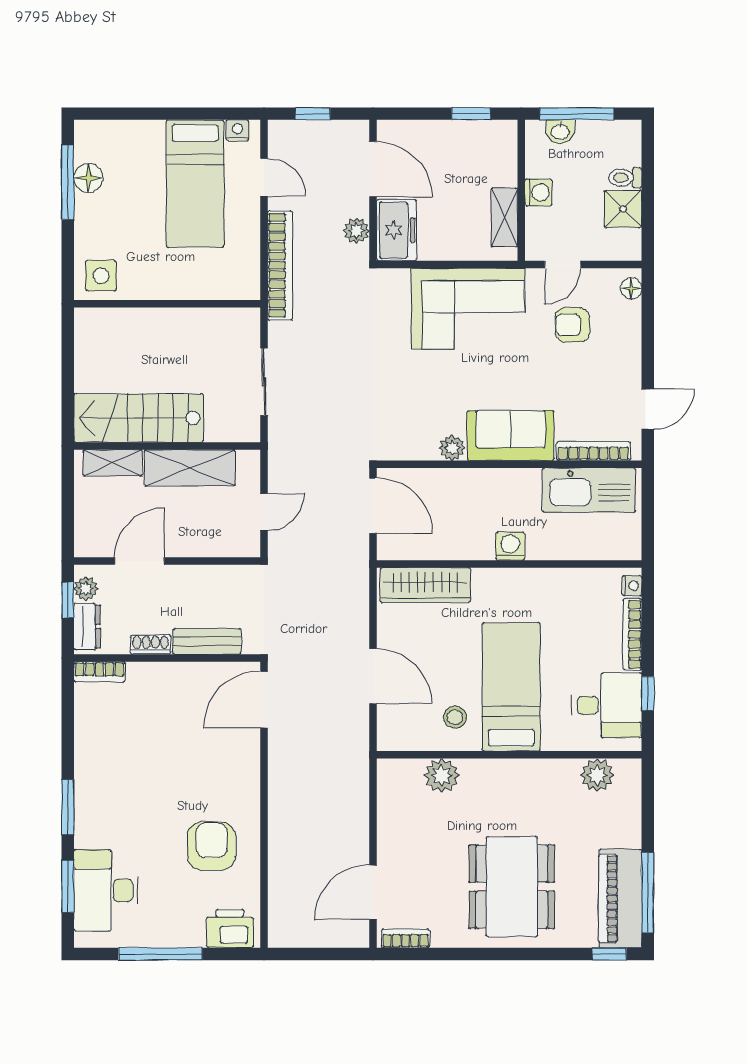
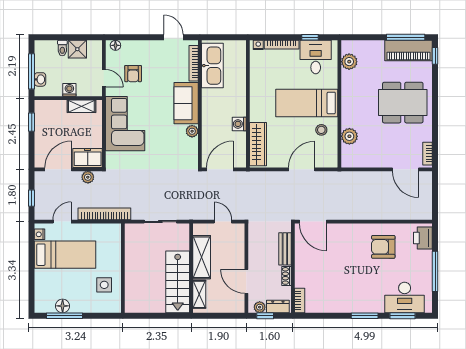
side table: (101, 276) -> (104, 285), moved
washing machine: (510, 546) -> (239, 124), moved

